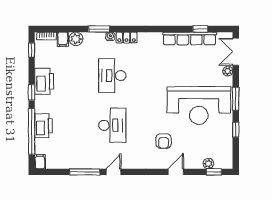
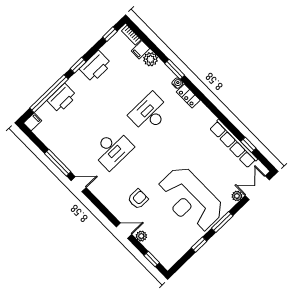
armchair: (164, 141) -> (138, 199), turned 180
plant: (208, 164) -> (141, 236), moved

